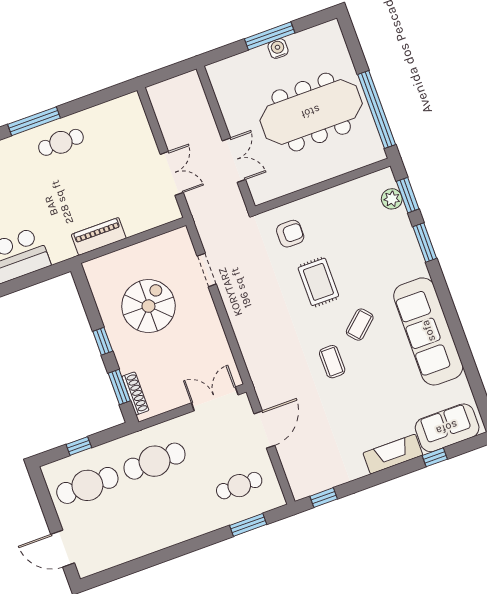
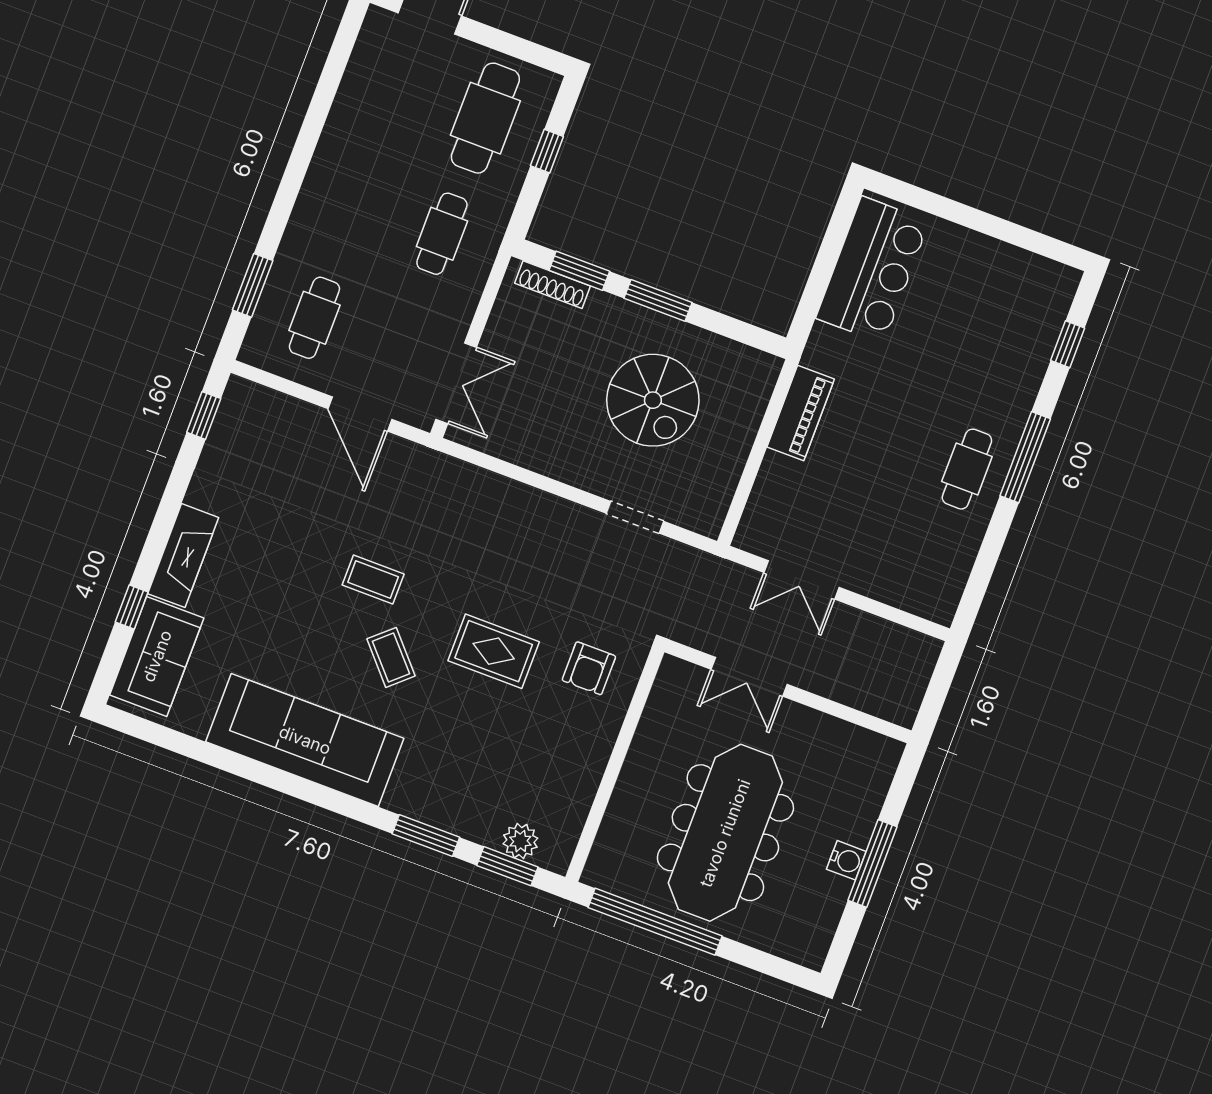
window: (103, 341) -> (658, 300), width x1.50
cafe table: (154, 461) -> (442, 234), width x0.73, depth x0.74

